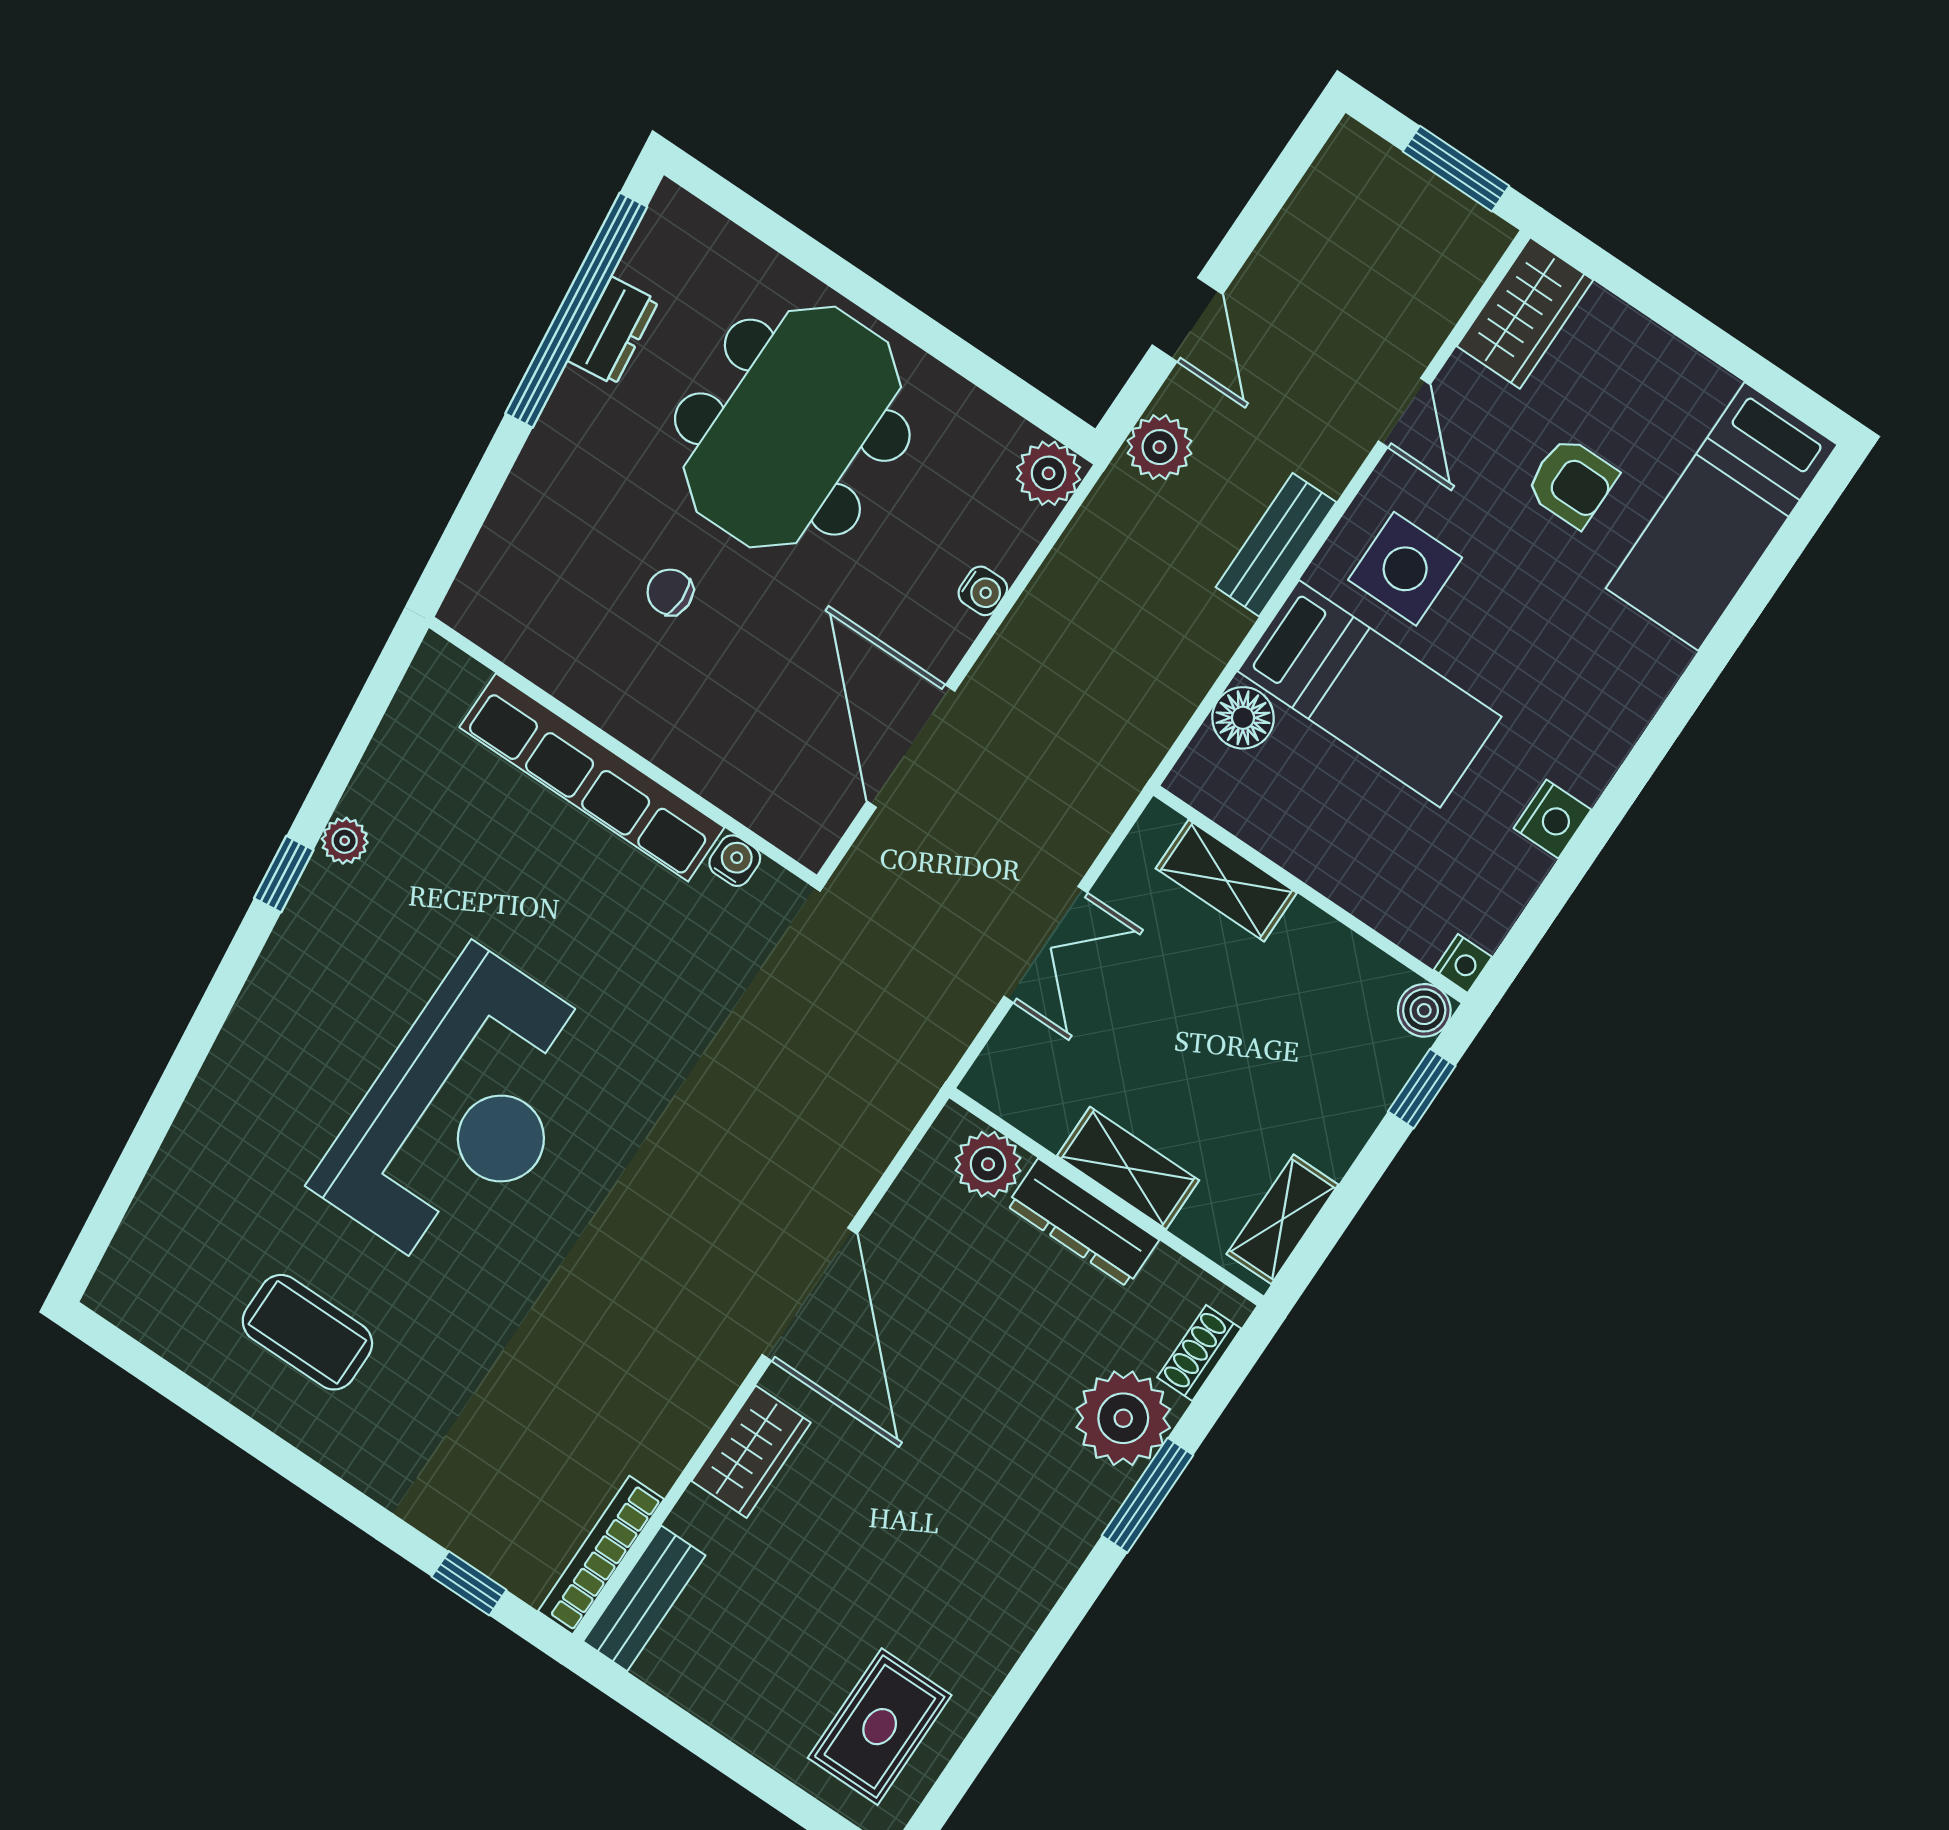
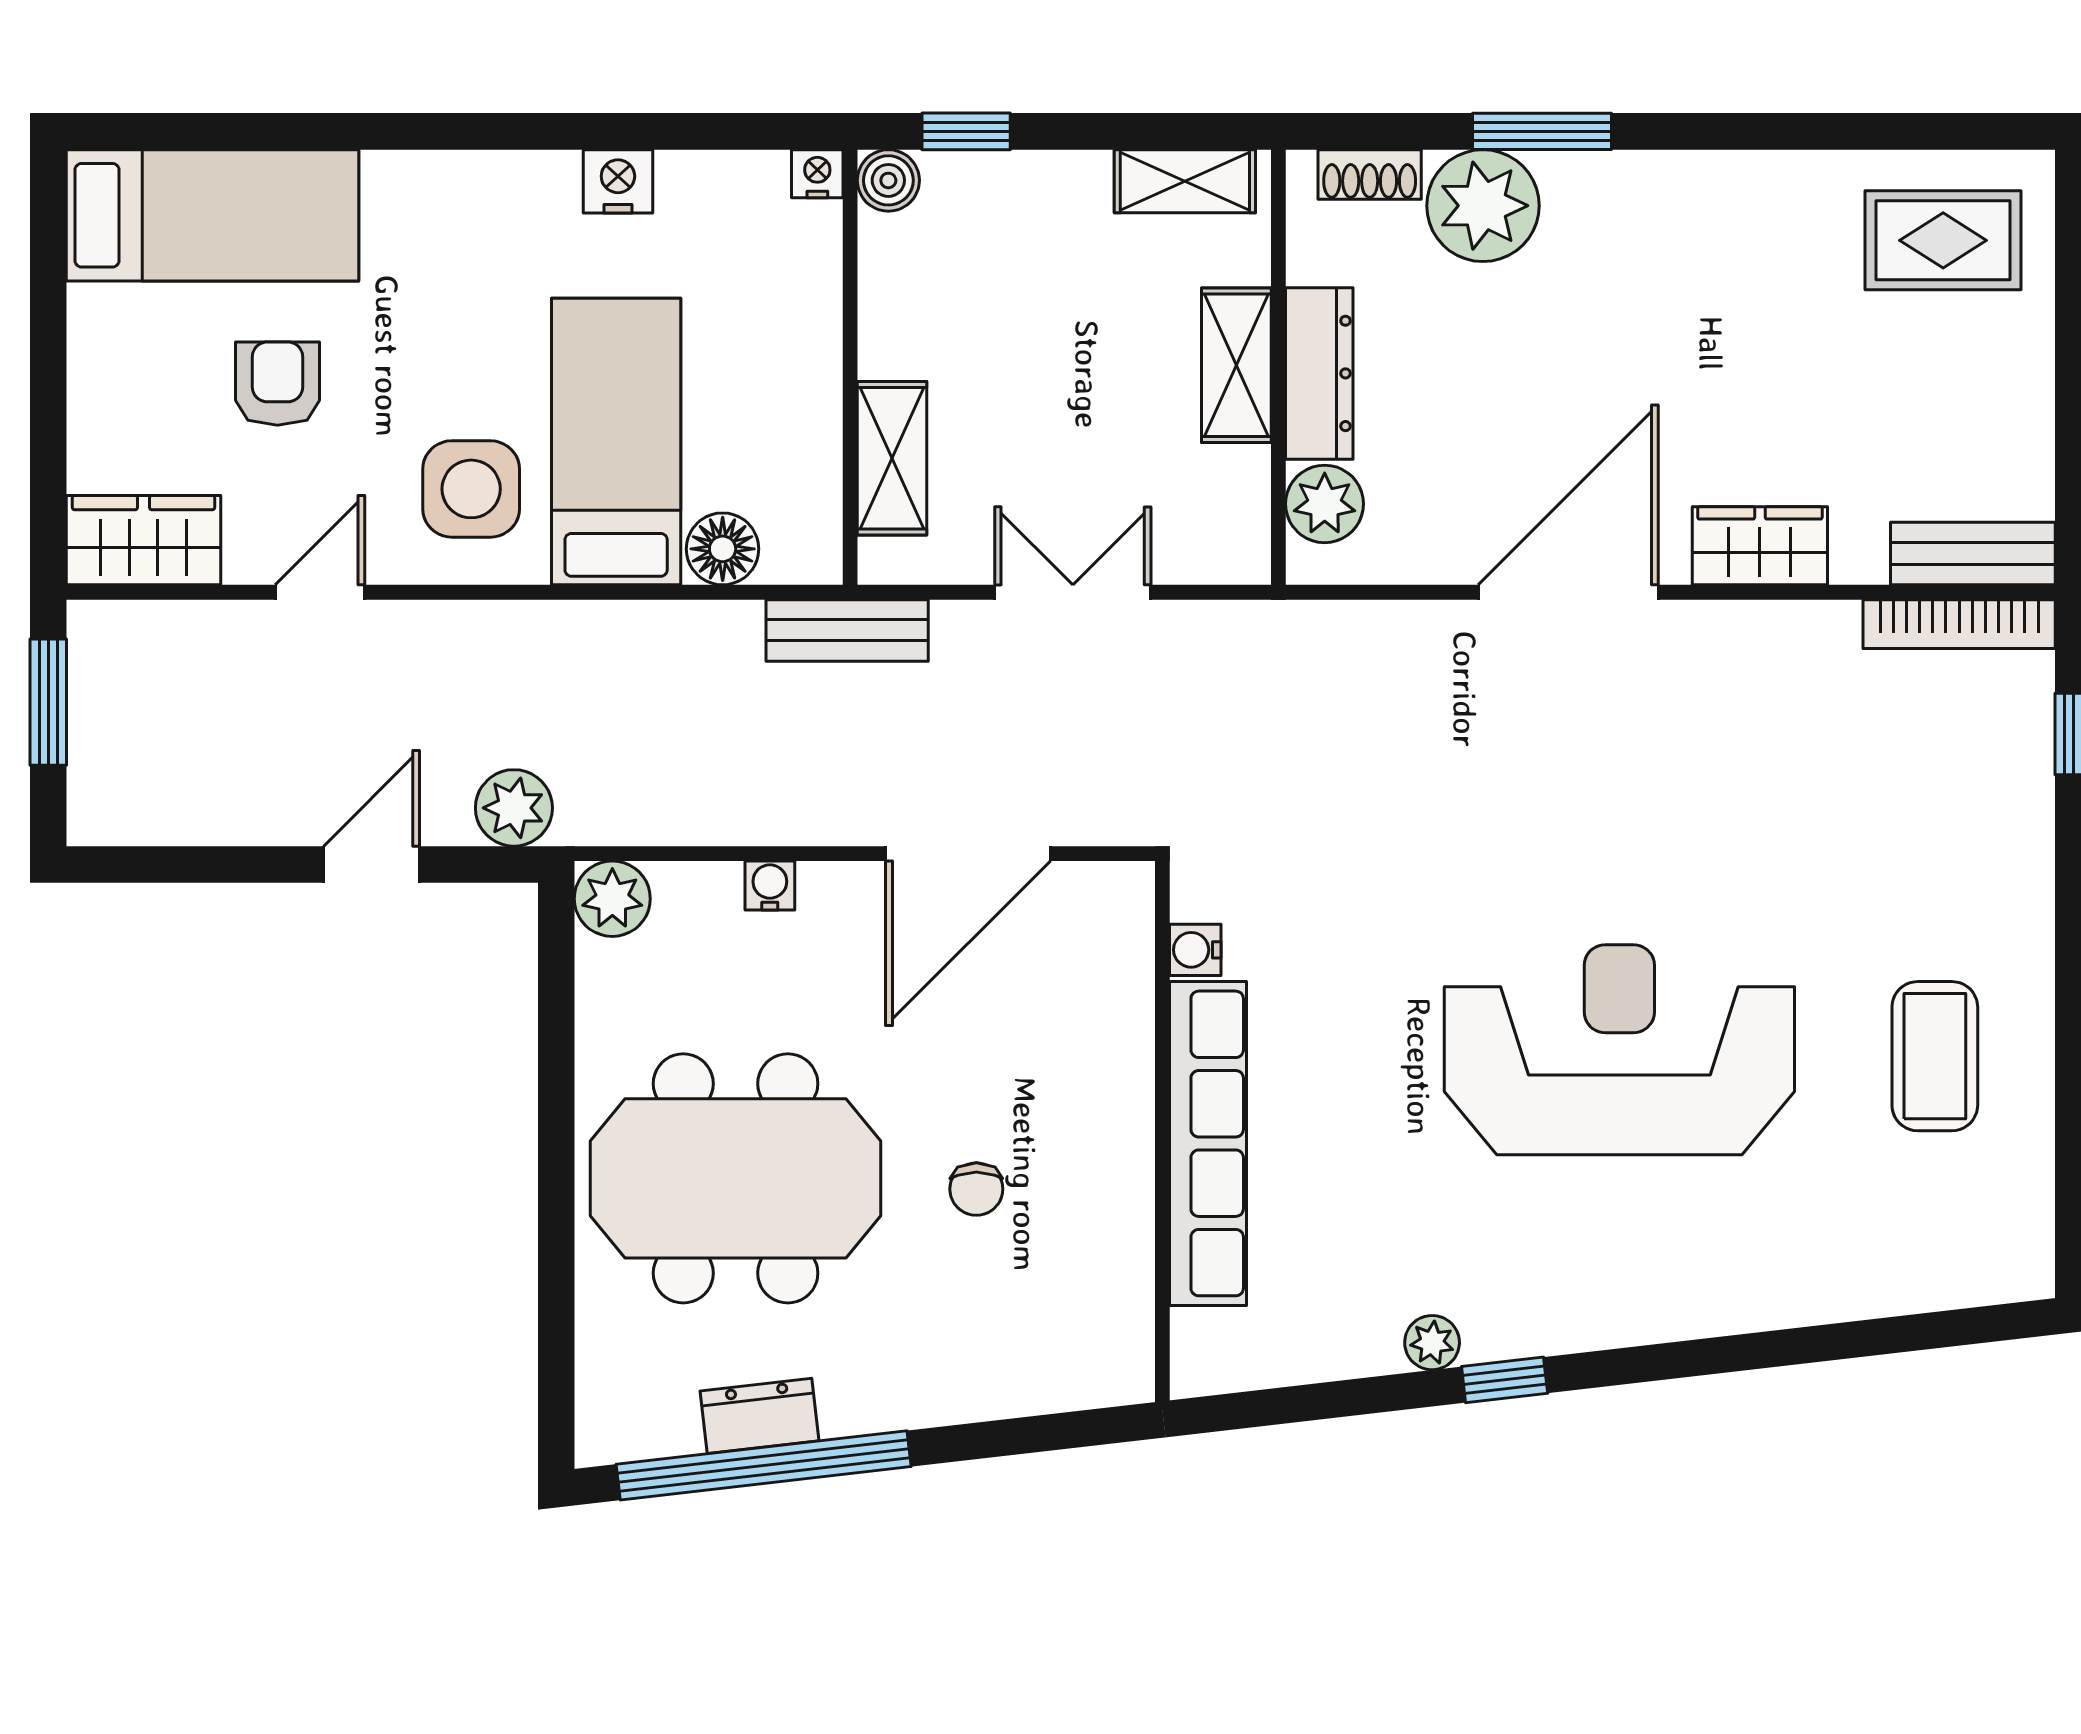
bench: (1276, 545) -> (847, 630), moved

